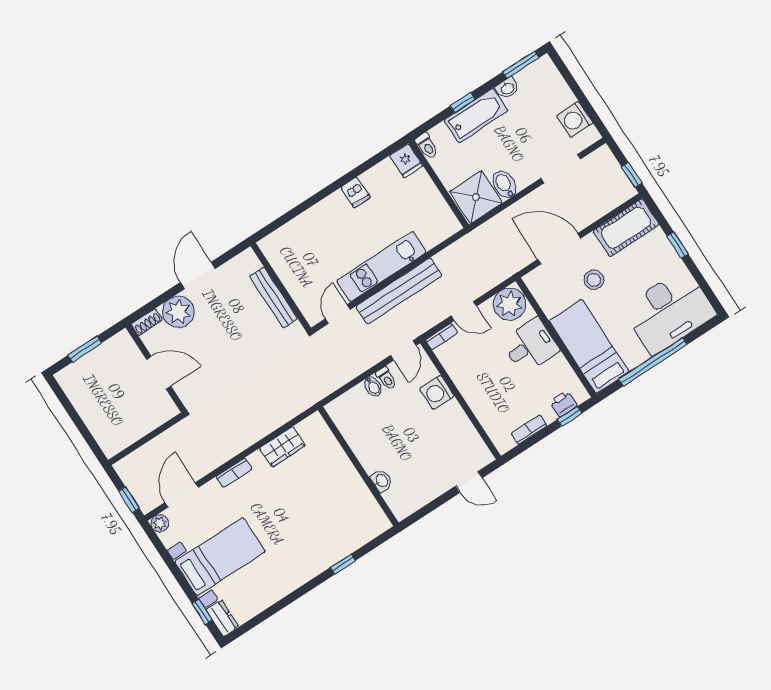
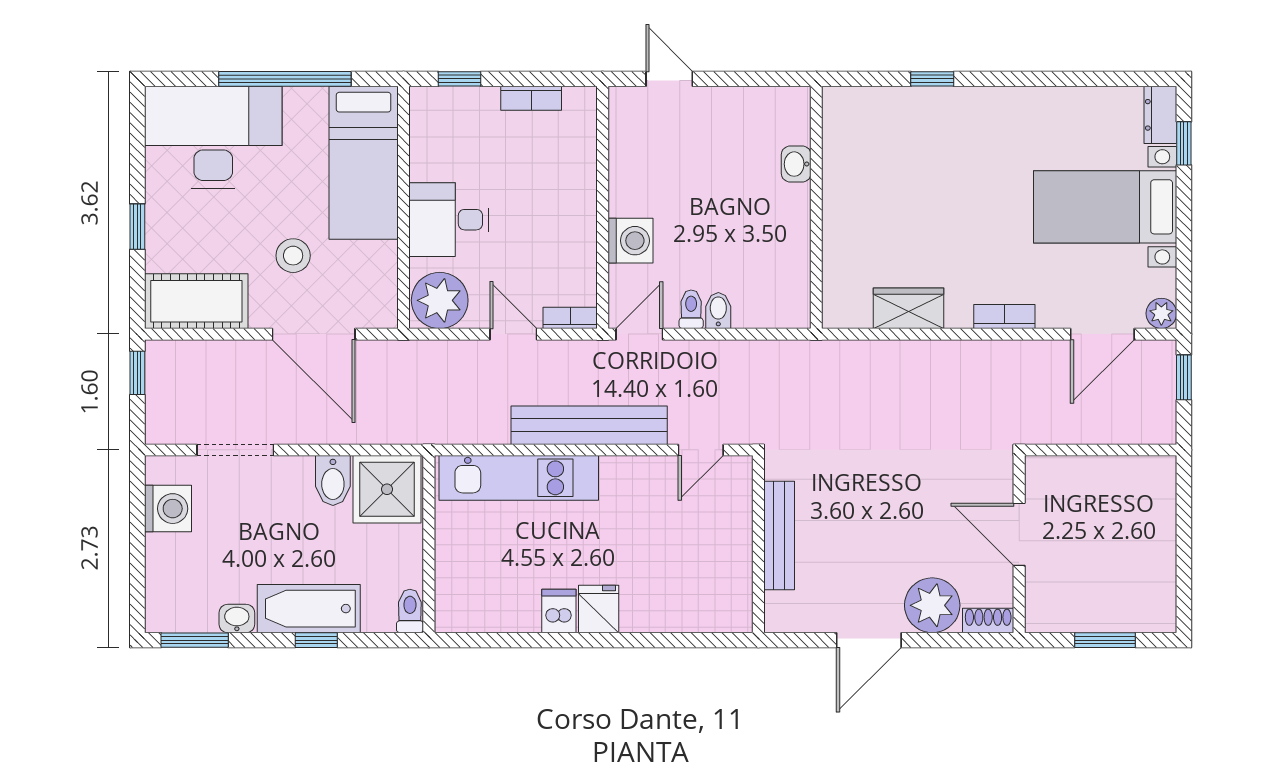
fridge: (406, 161) -> (599, 609), moved
kitchen unit: (381, 266) -> (519, 478), moved
printer: (563, 404) -> (456, 103), removed

